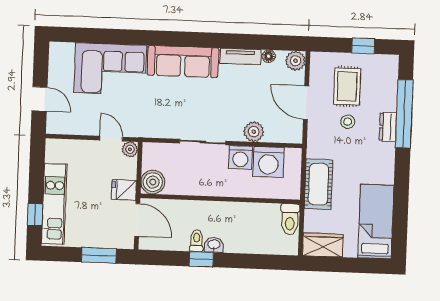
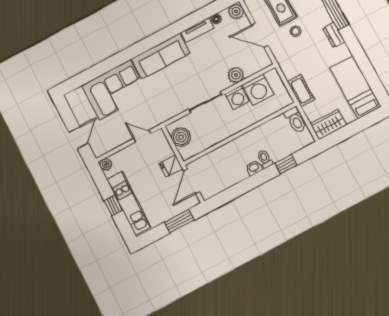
door: (40, 99) -> (79, 138), hinge flipped
dresser: (388, 127) -> (334, 35), moved
plant: (130, 149) -> (106, 164), moved
boiler: (153, 182) -> (181, 137), moved
cot: (318, 184) -> (301, 91), width x0.73, depth x0.75
window: (35, 215) -> (113, 205), moved
door: (137, 220) -> (192, 181), swing flipped
toilet: (196, 241) -> (265, 159), moved
window: (201, 259) -> (286, 164), moved

